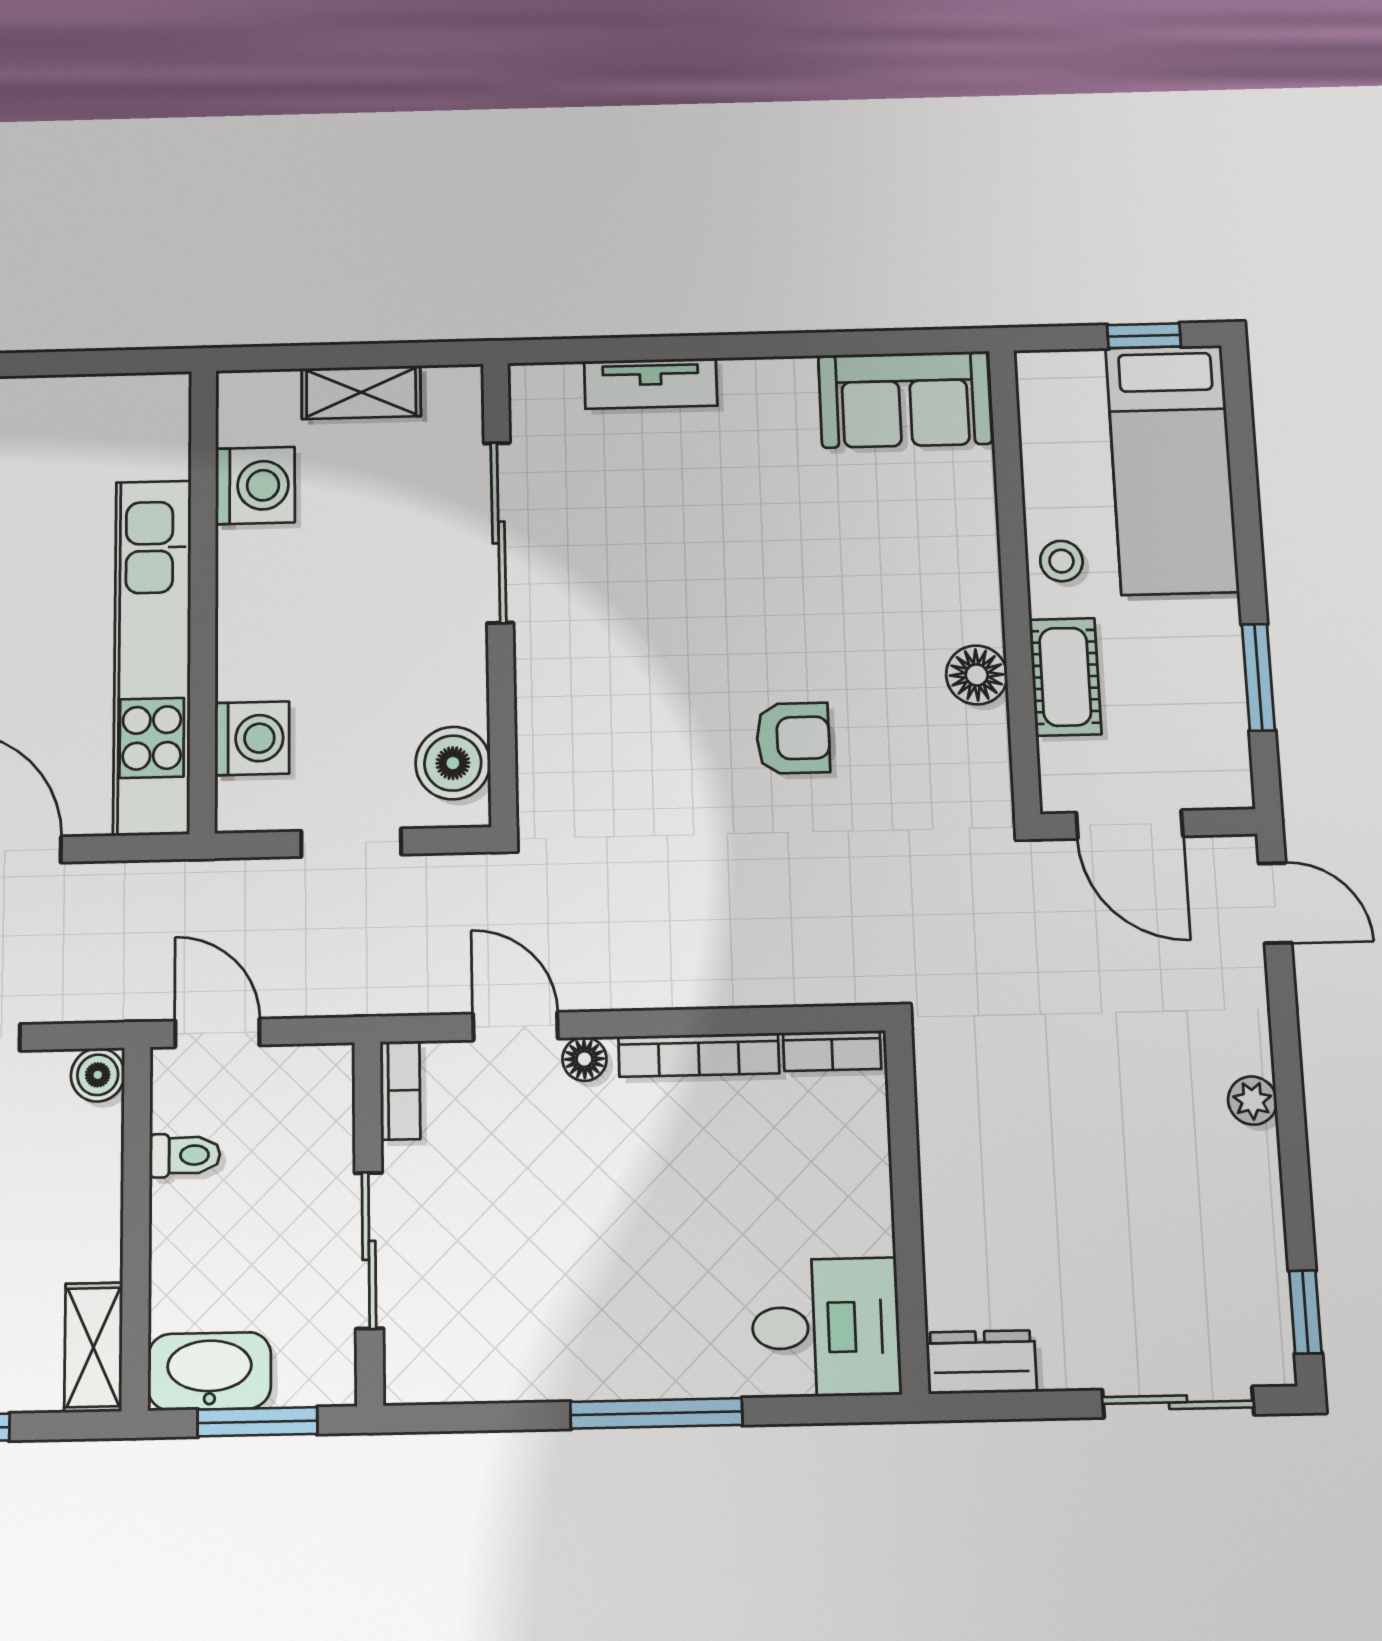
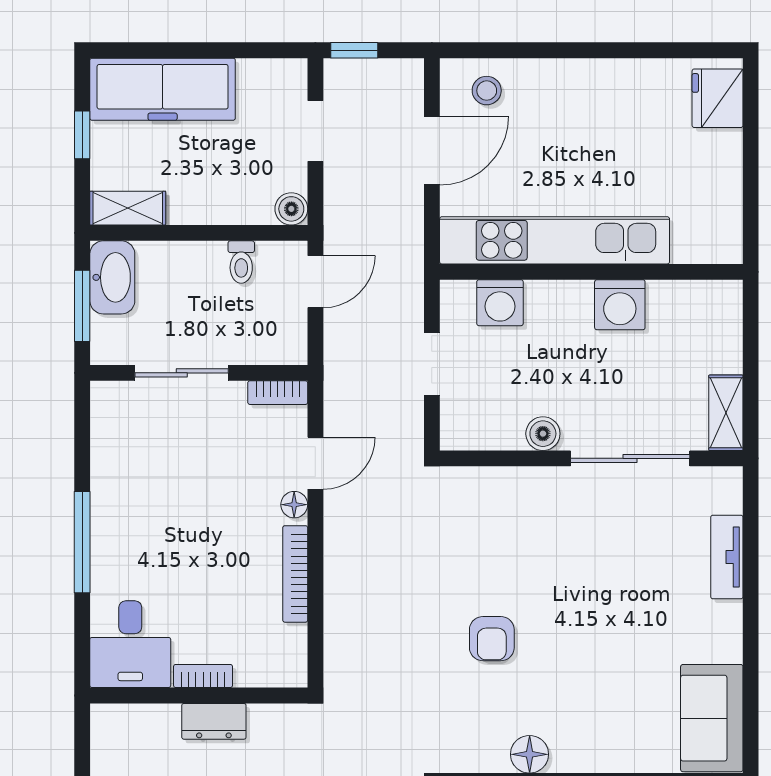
shelving: (361, 392) -> (726, 413), moved
washing machine: (255, 485) -> (620, 305), moved
boiler: (453, 763) -> (543, 434), moved, width x0.73, depth x0.73
bookcase: (832, 1051) -> (203, 676), moved, turned 90
dresser: (981, 1362) -> (214, 721), moved, turned 90

